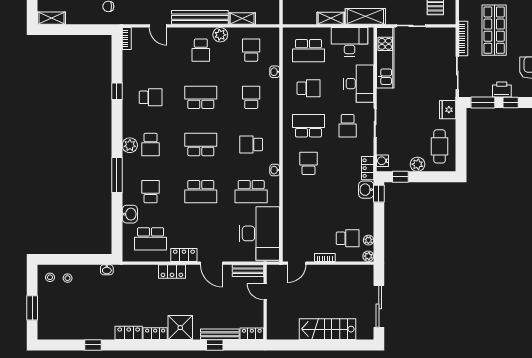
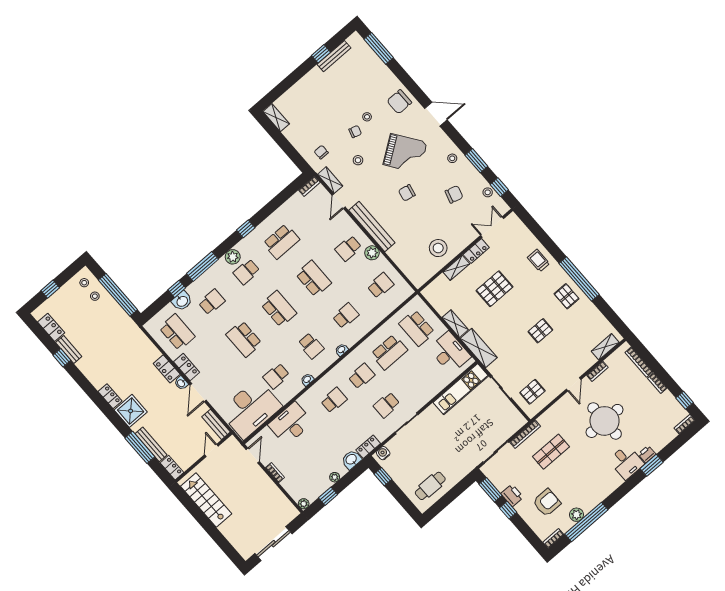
shelving: (242, 18) -> (330, 180), moved
shop shelf: (494, 30) -> (551, 452), width x0.70, depth x0.74
washbasin: (275, 72) -> (341, 350), moved
desk: (359, 84) -> (290, 424), moved, turned 180
school desk: (308, 88) -> (389, 352), width x1.85
window: (117, 91) -> (246, 229), moved
school desk: (151, 97) -> (281, 242), width x1.85
fridge: (448, 110) -> (463, 468), removed
school desk: (308, 126) -> (362, 376), width x0.54
school desk: (251, 145) -> (311, 346), turned 180
plant: (417, 164) -> (403, 481), removed
school desk: (251, 192) -> (276, 376), width x0.54
window: (379, 194) -> (328, 496), moved
window: (117, 210) -> (177, 289), added
school desk: (348, 238) -> (304, 477), removed
school desk: (151, 239) -> (177, 332), turned 180
plant: (368, 240) -> (335, 477), moved
window: (82, 259) -> (118, 295), added
door: (297, 263) -> (253, 456), swing flipped
washbasin: (107, 270) -> (181, 383), moved
window: (32, 308) -> (50, 289), width x0.67
stairs: (327, 329) -> (206, 500), moved
locker: (129, 333) -> (51, 327), moved
bench: (91, 334) -> (69, 350), added
window: (215, 345) -> (140, 447), width x2.17

